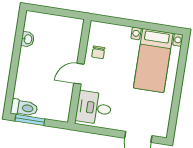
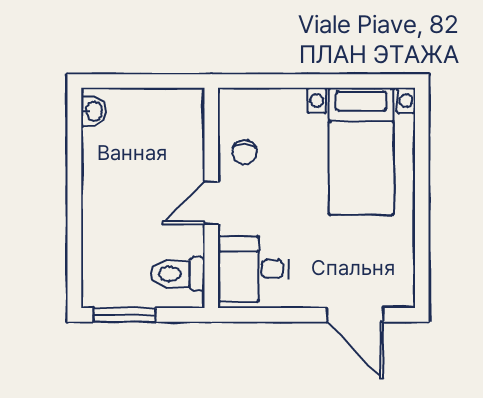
washbasin: (28, 39) -> (93, 111), moved
toilet: (24, 108) -> (177, 274), moved, turned 180

